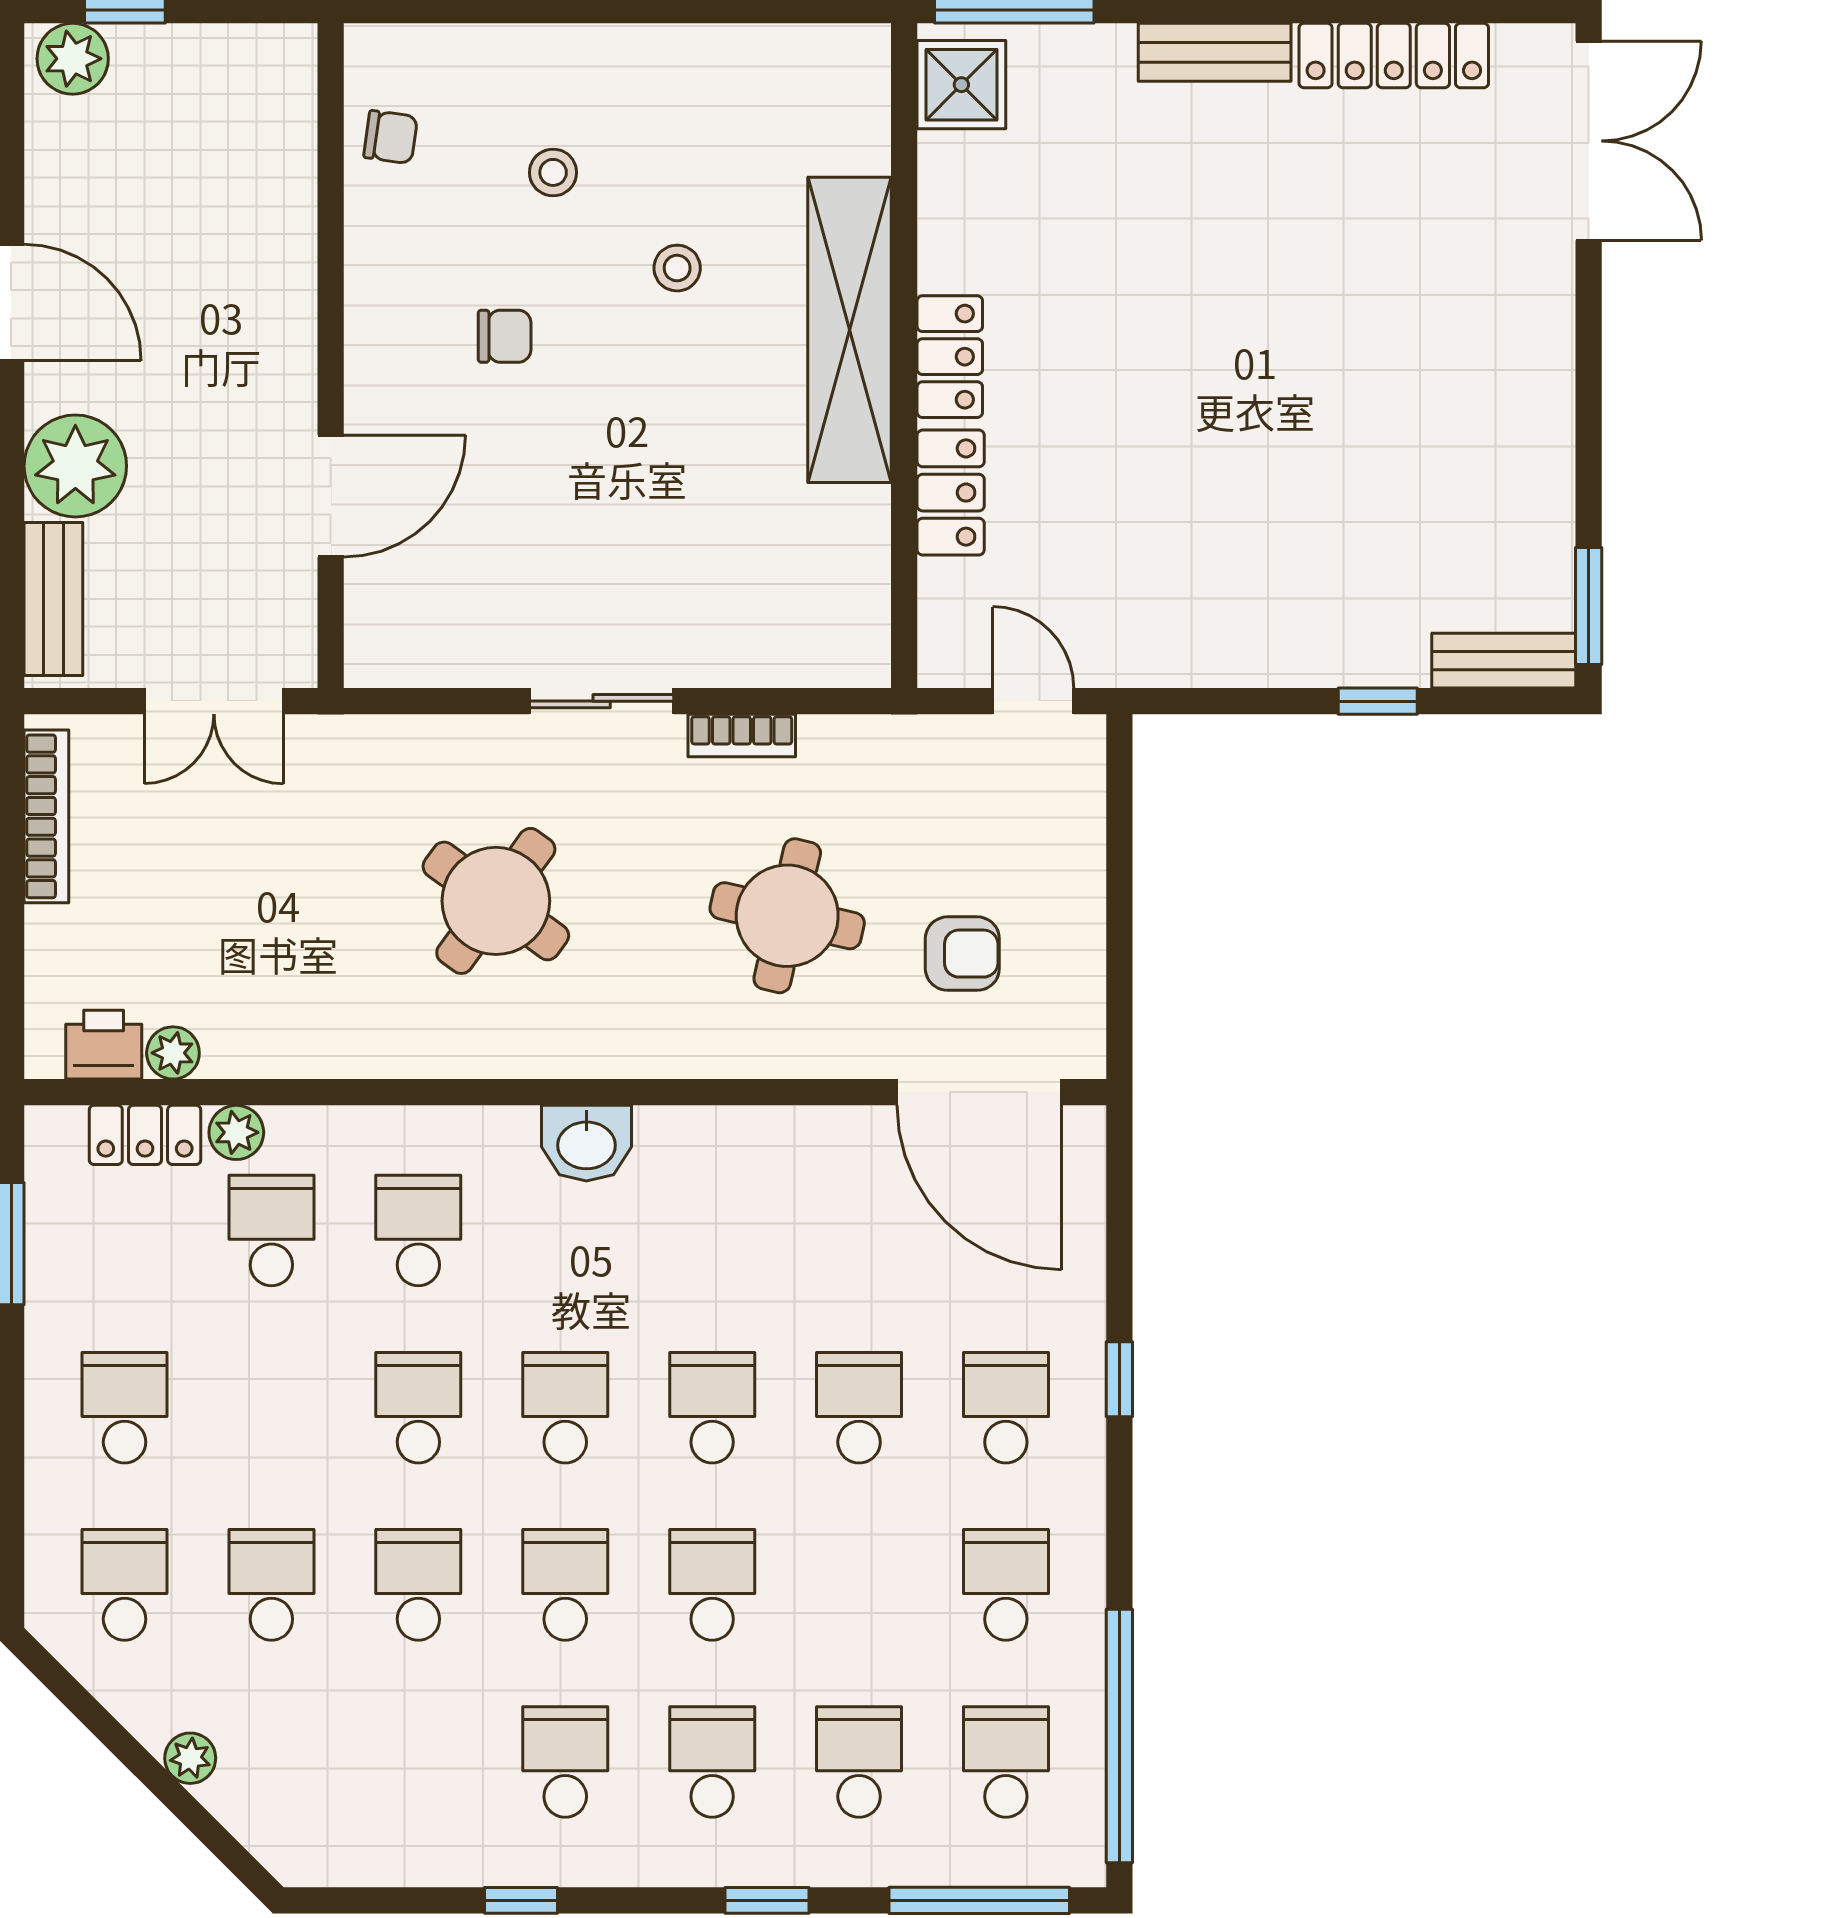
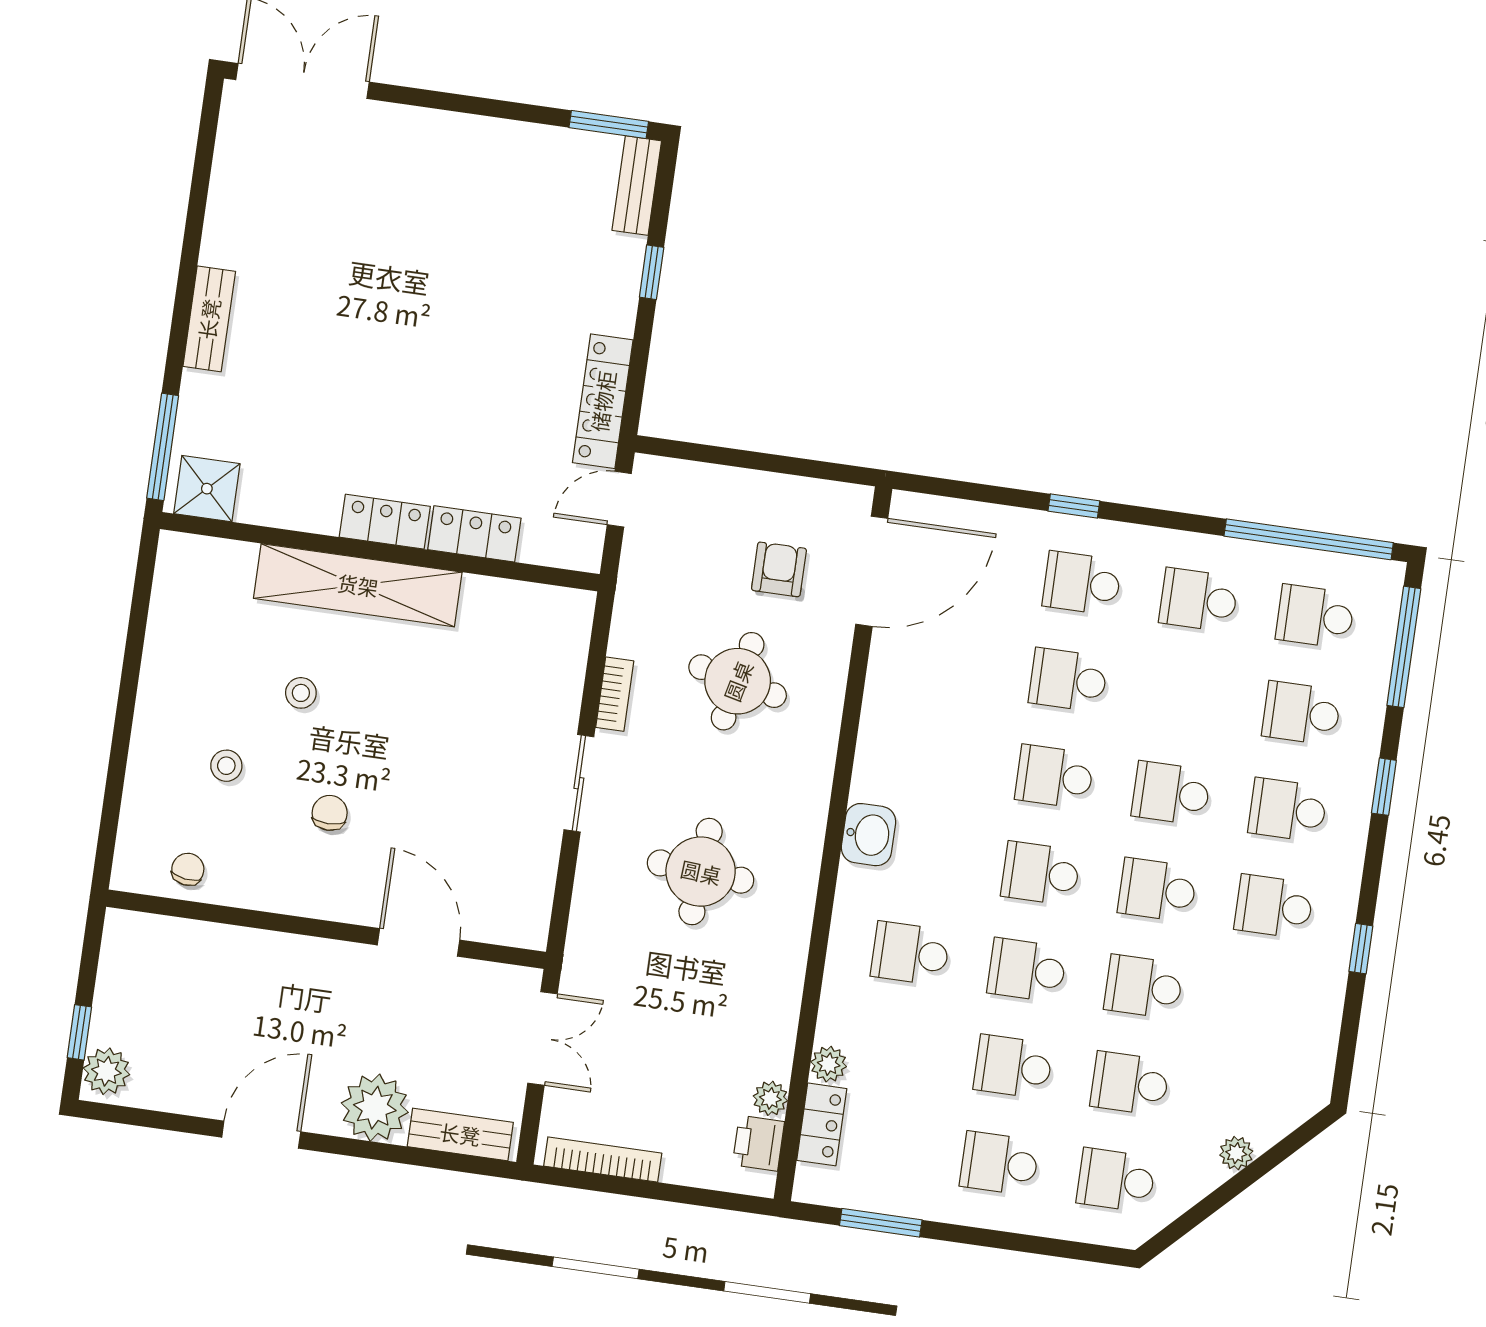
locker: (1394, 56) -> (603, 401), moved, turned 180
round table: (496, 901) -> (701, 872), turned -32
school desk: (271, 1231) -> (1013, 1067), moved

